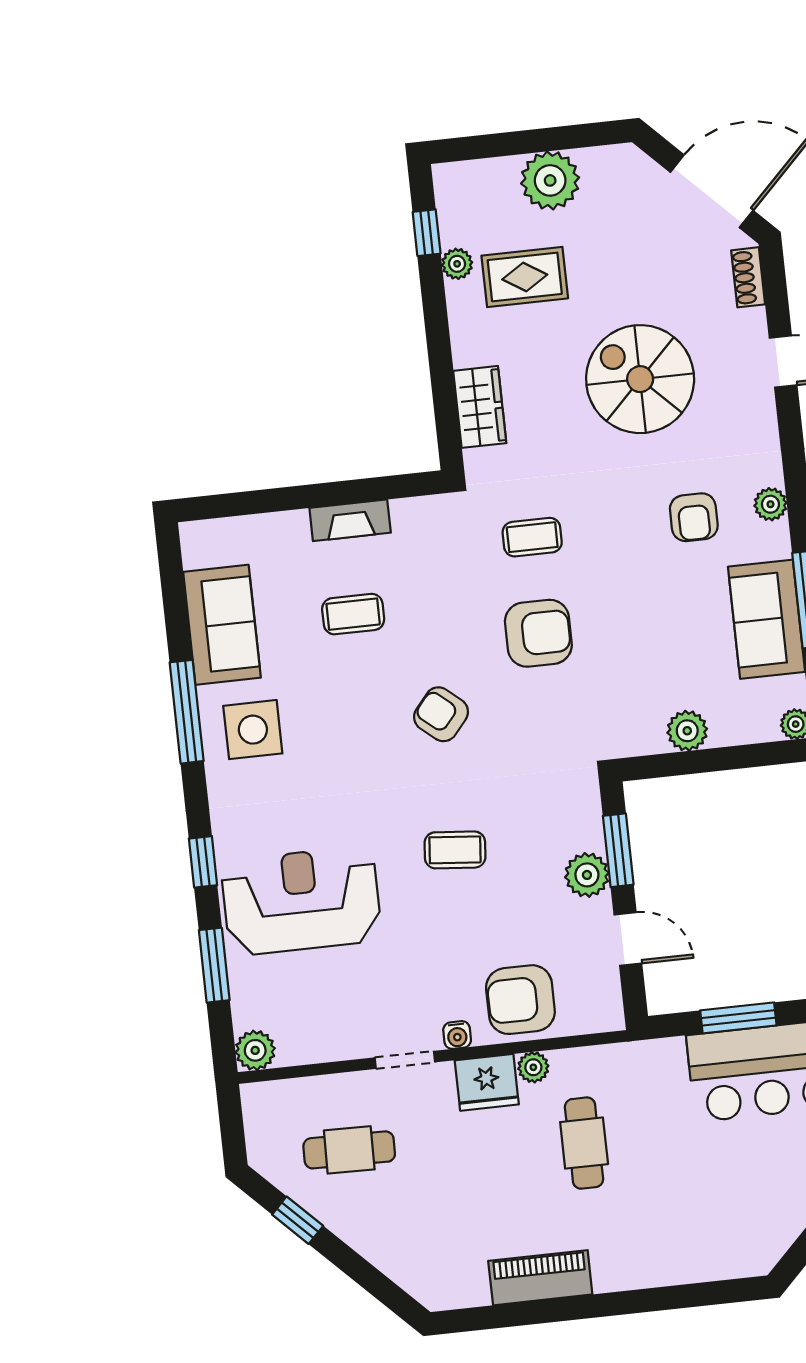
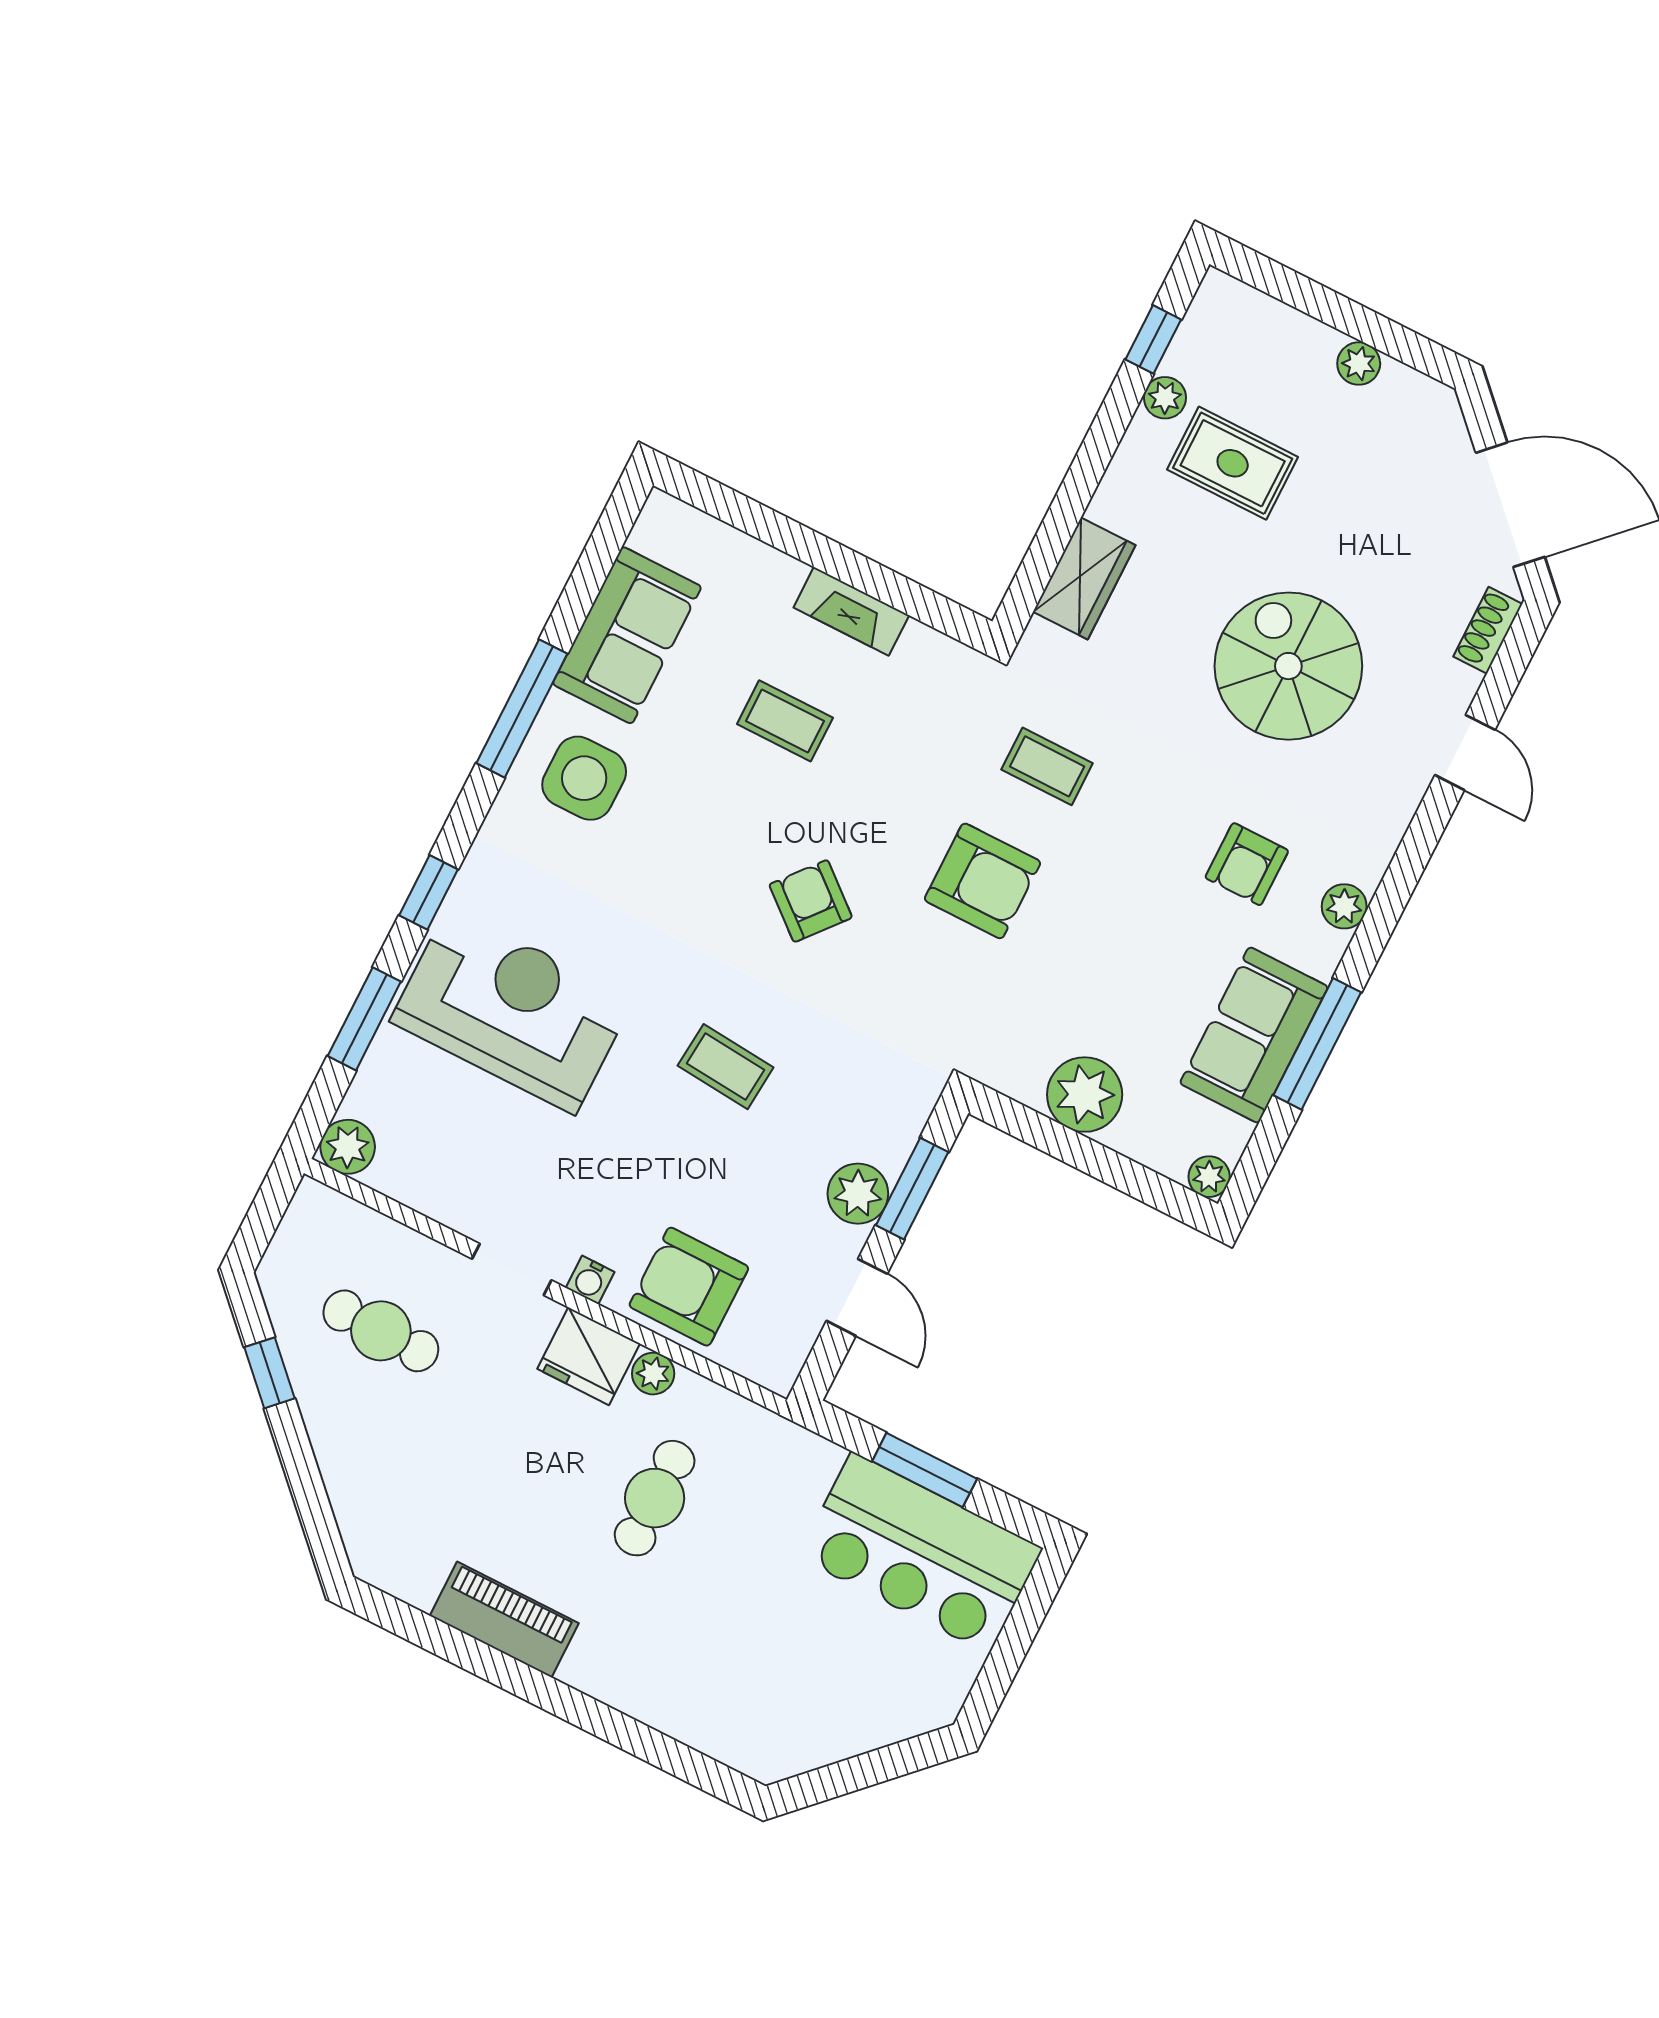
plant: (550, 180) -> (1359, 364), width x0.53, depth x0.53
plant: (687, 731) -> (1085, 1095), width x1.36, depth x1.36

